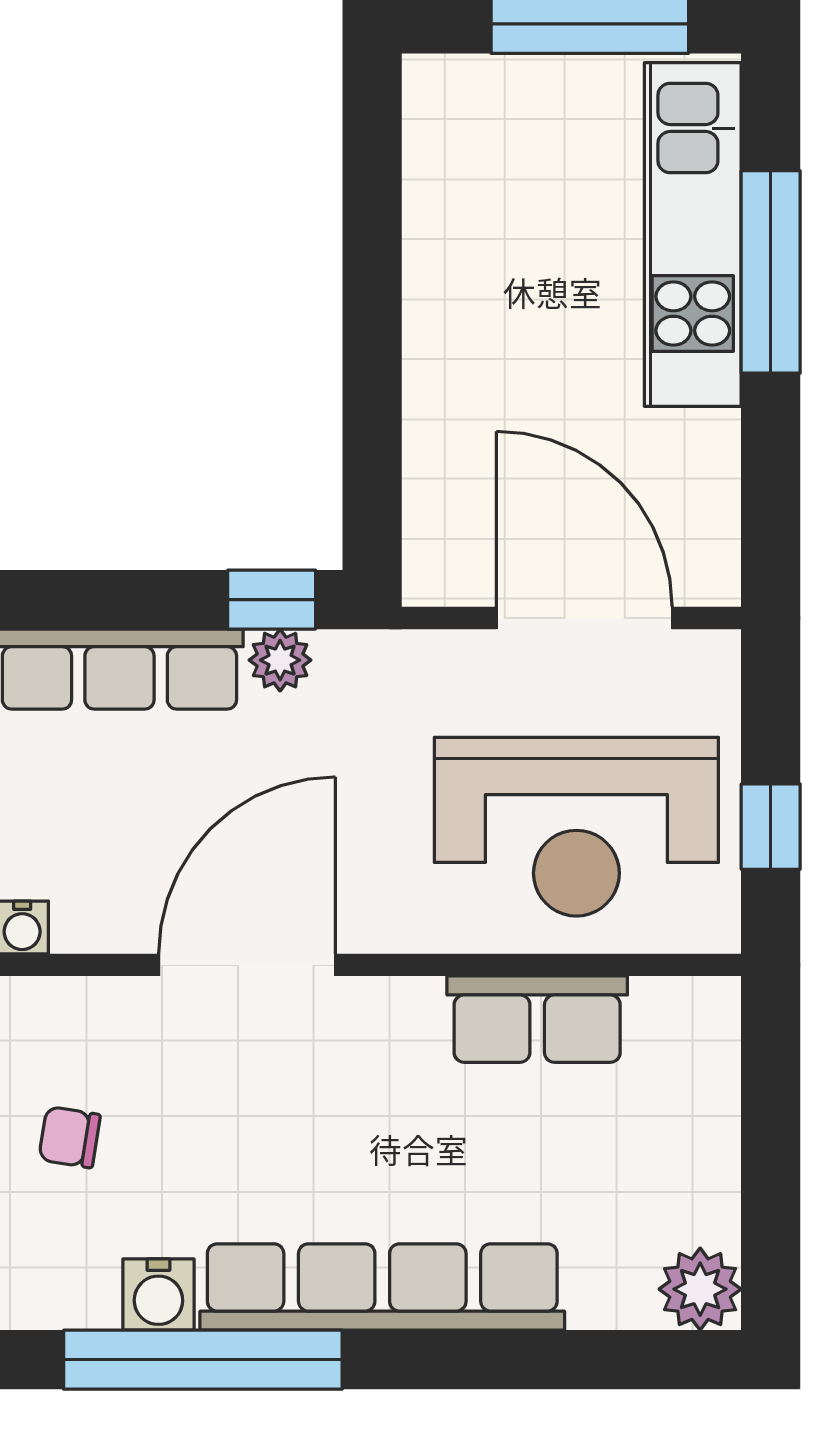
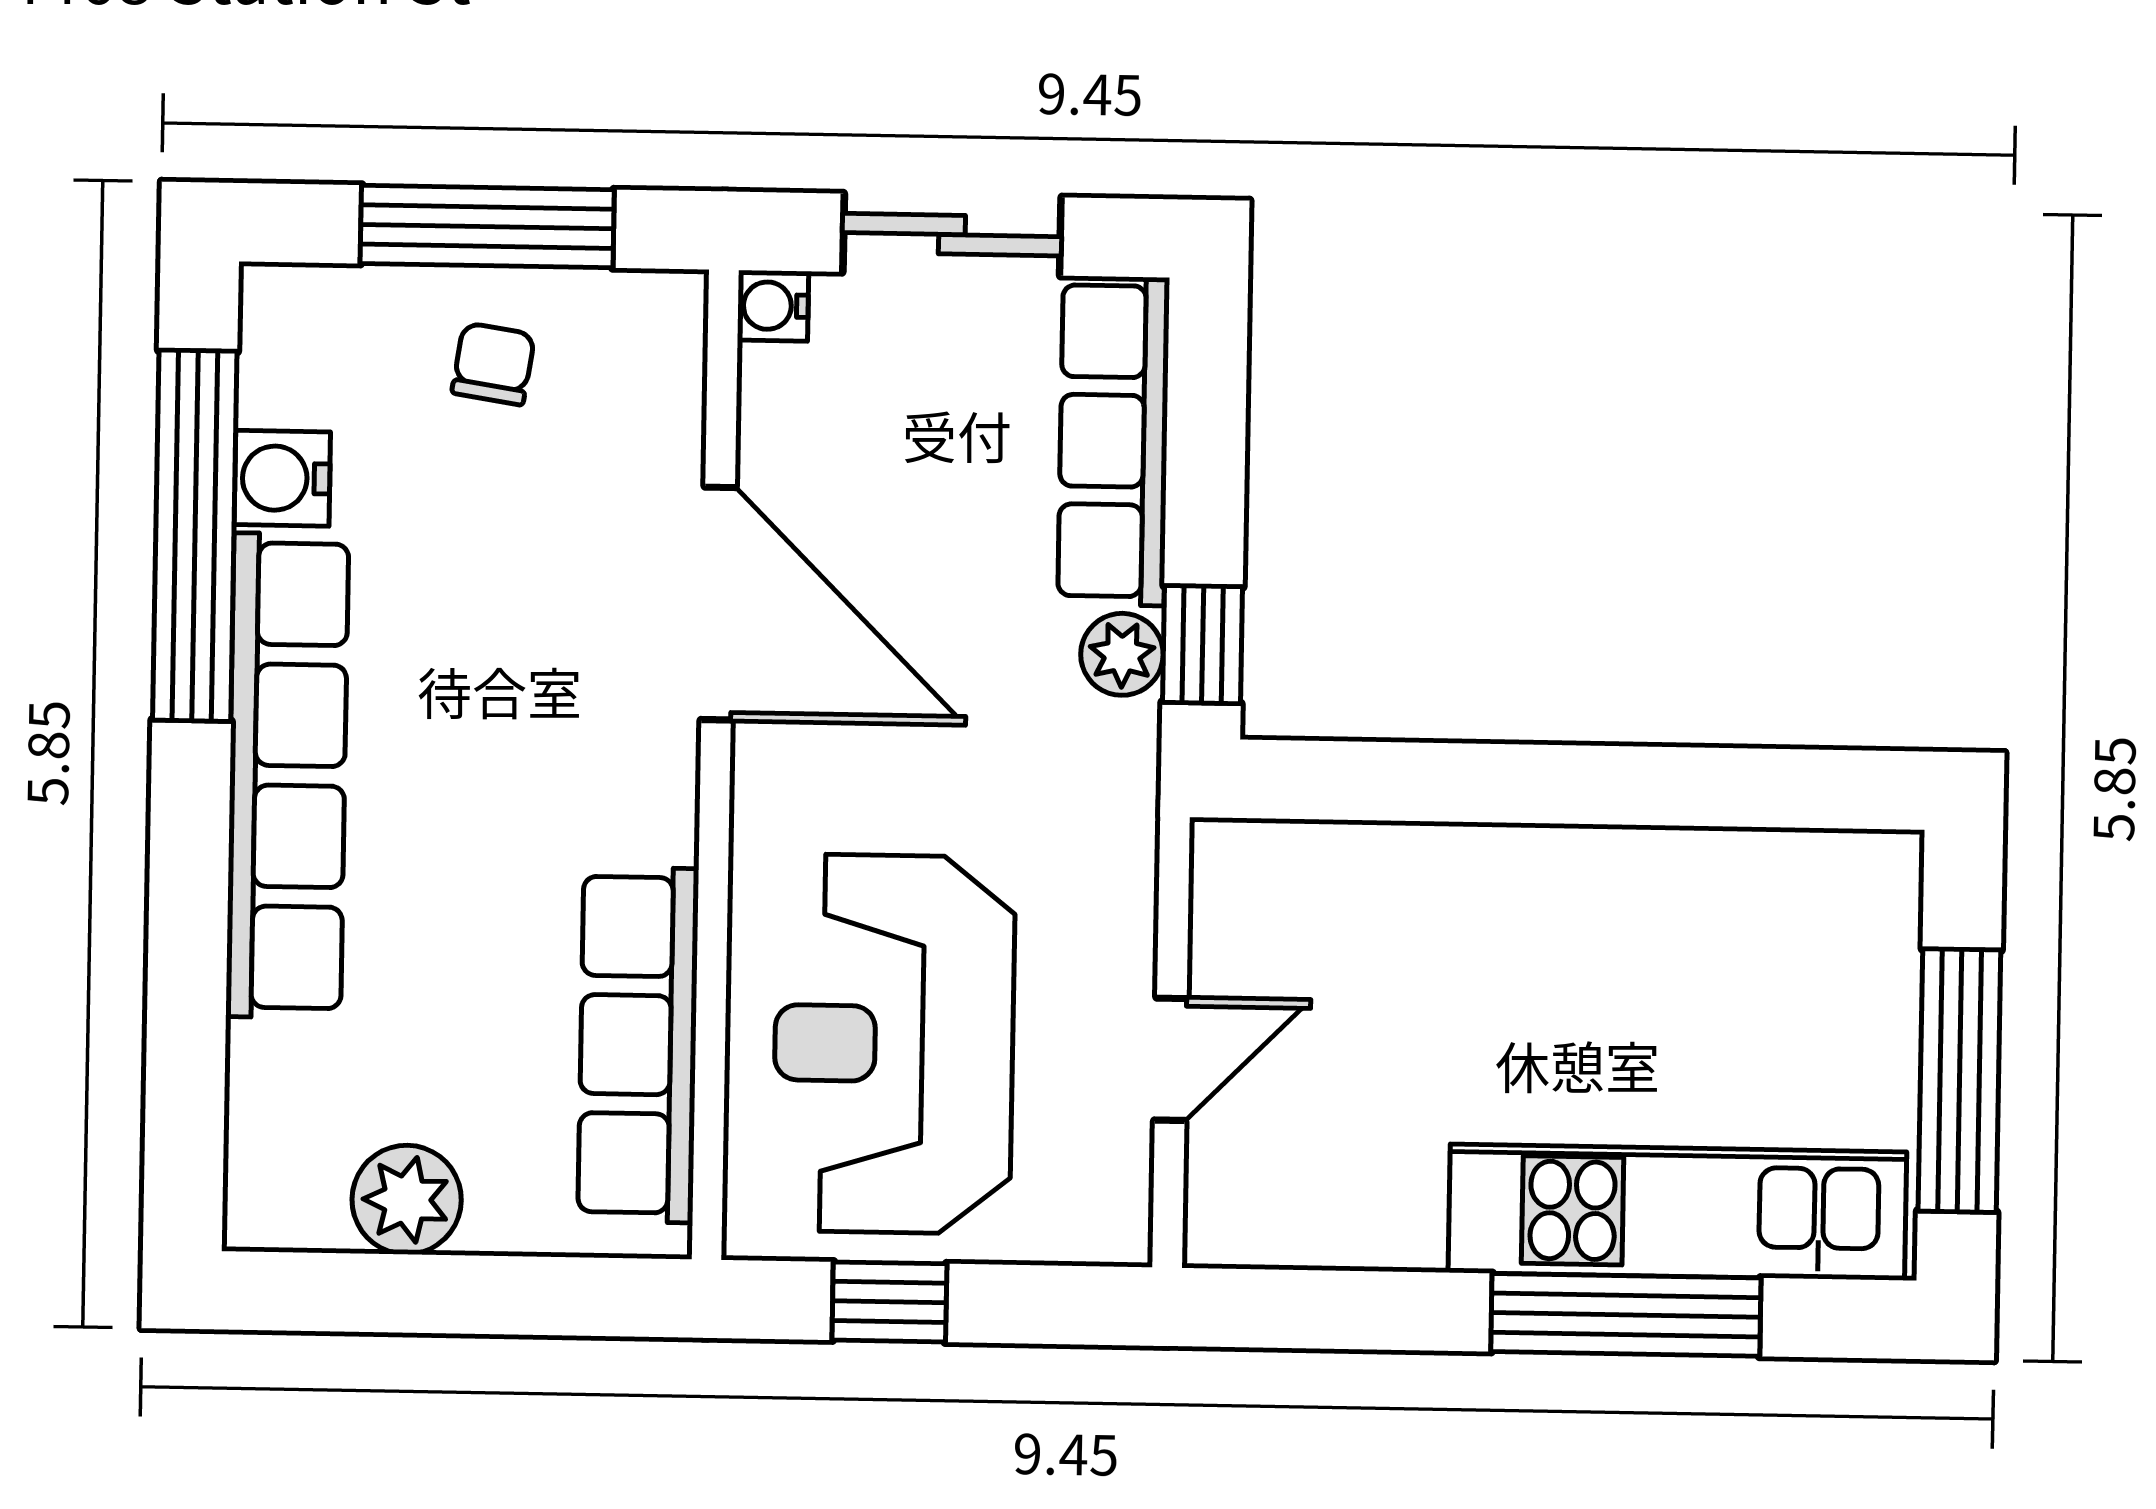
door: (584, 618) -> (1171, 1059), width x0.53
row of seats: (537, 1019) -> (638, 1045), width x1.48
plant: (700, 1289) -> (407, 1200), moved

